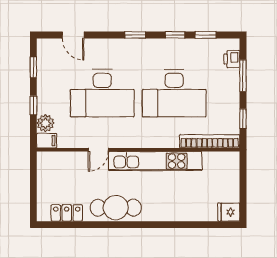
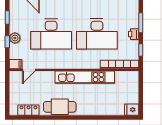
printer: (232, 59) -> (134, 34), moved
plant: (45, 123) -> (15, 38), moved
door: (98, 150) -> (29, 70), moved

